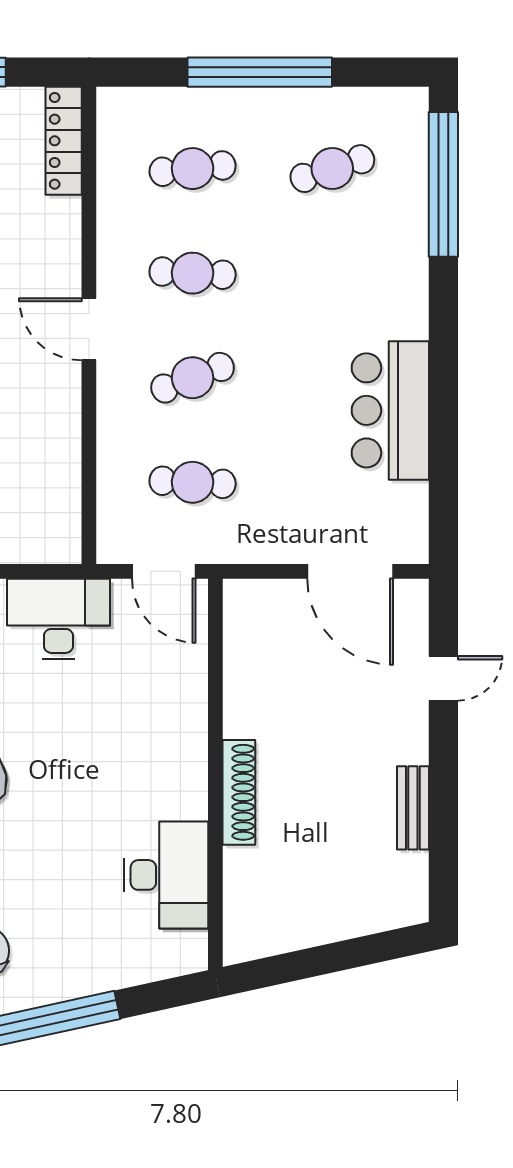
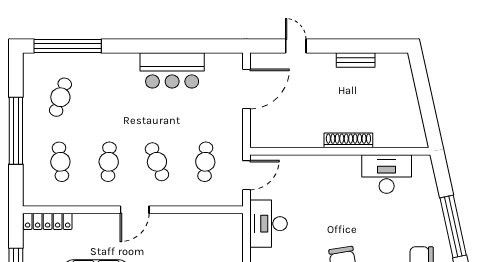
cafe table: (332, 169) -> (60, 97), turned 36

